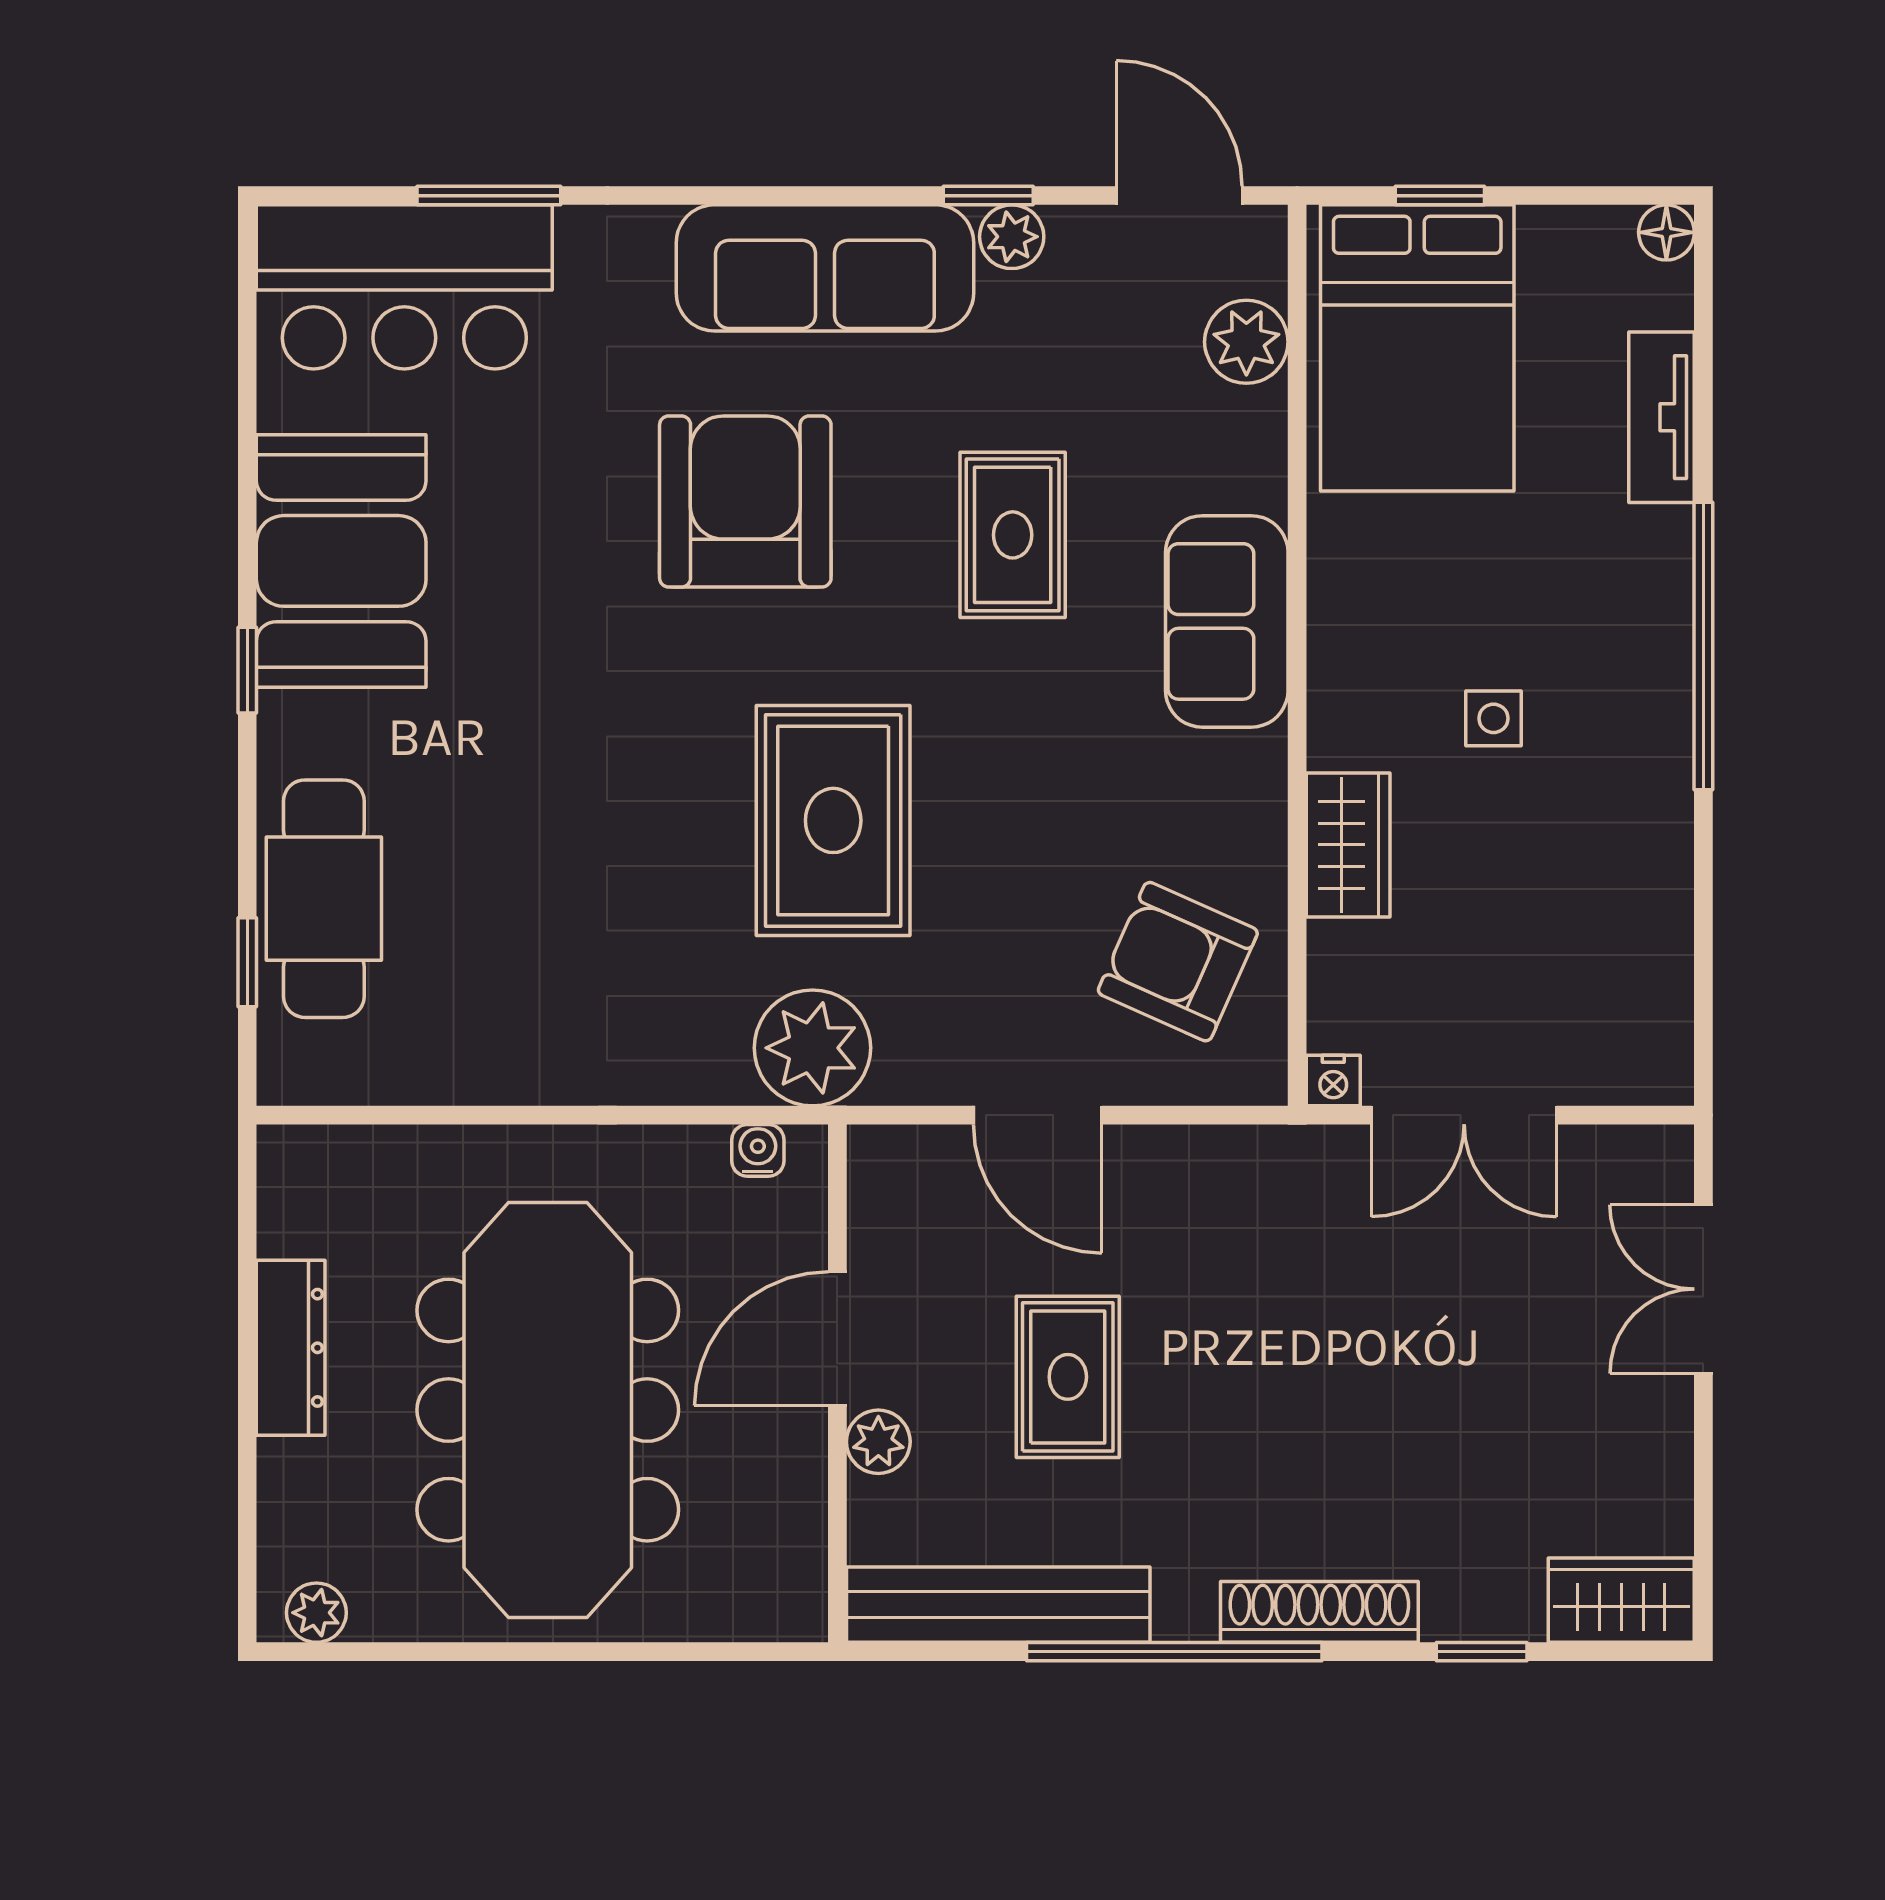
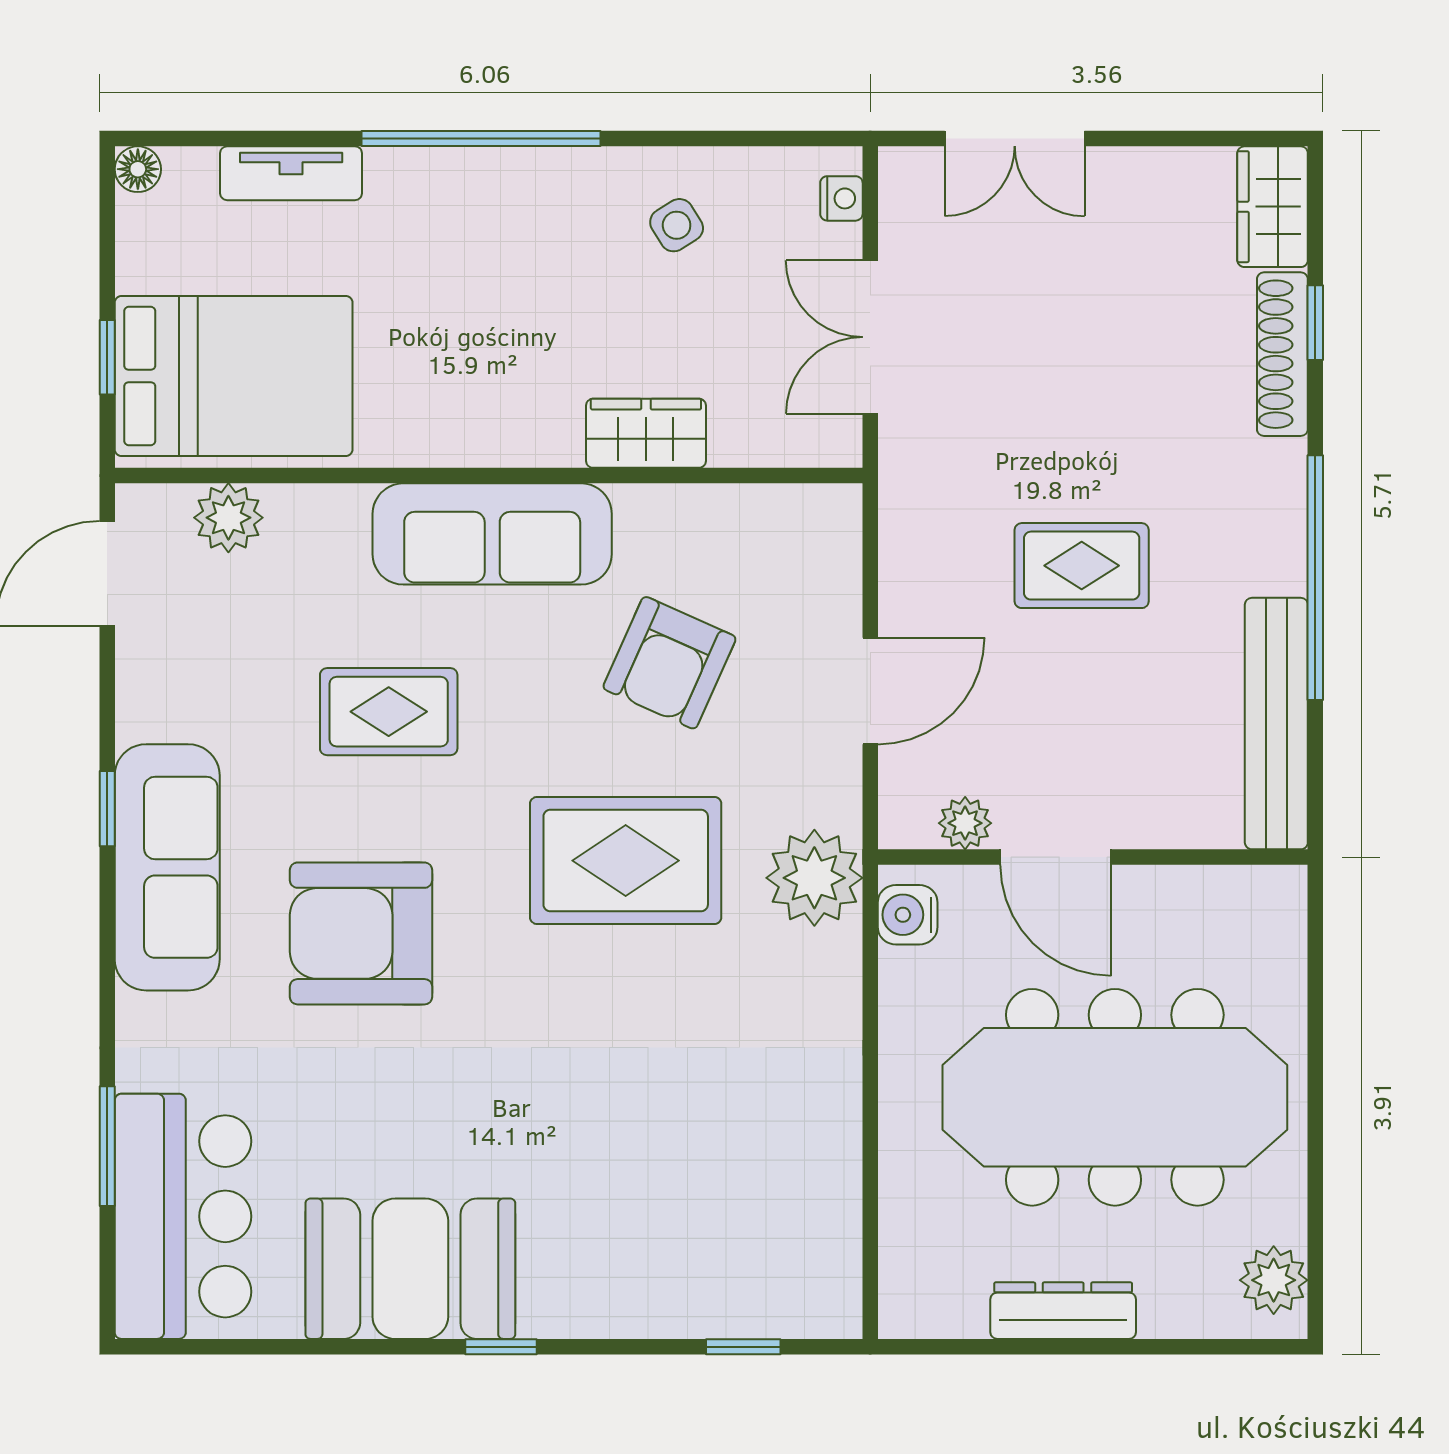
window: (988, 196) -> (107, 809), moved
plant: (1012, 237) -> (141, 712), removed
sofa: (1227, 621) -> (492, 534), width x1.36
side table: (1493, 718) -> (677, 225), moved, turned -32
cafe table: (324, 899) -> (691, 1283), removed
armchair: (1178, 962) -> (669, 663), moved
nightstand: (1333, 1081) -> (841, 198), moved
double door: (1464, 1115) -> (870, 337), swing flipped
water cooler: (758, 1150) -> (908, 915), width x1.38, depth x1.38
rug: (1068, 1377) -> (1082, 566), moved
plant: (878, 1442) -> (965, 823), moved
shoe rack: (1319, 1612) -> (1282, 354), moved
plant: (316, 1613) -> (1274, 1280), width x1.38, depth x1.38

